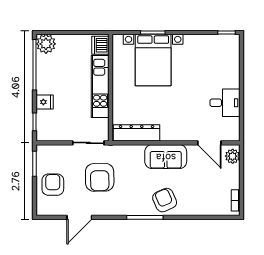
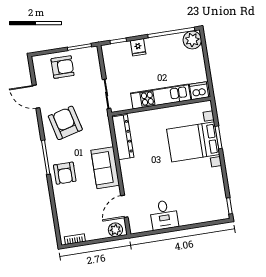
armchair: (100, 177) -> (65, 123), moved, turned 77
armchair: (165, 200) -> (65, 173), turned 114

